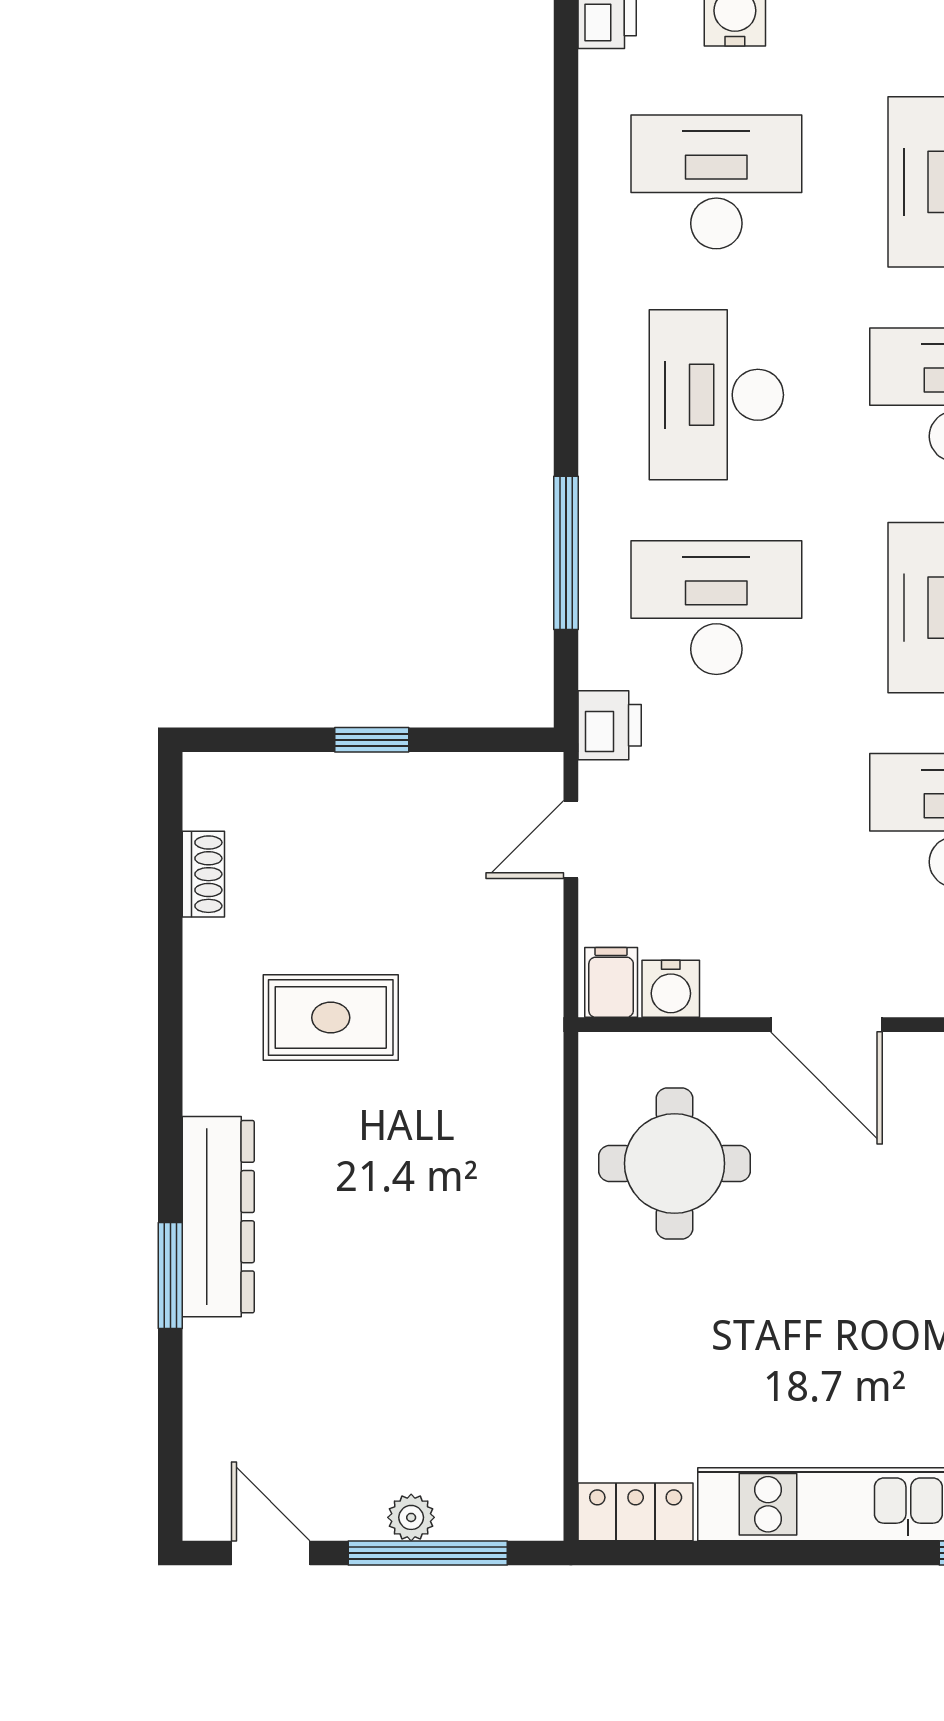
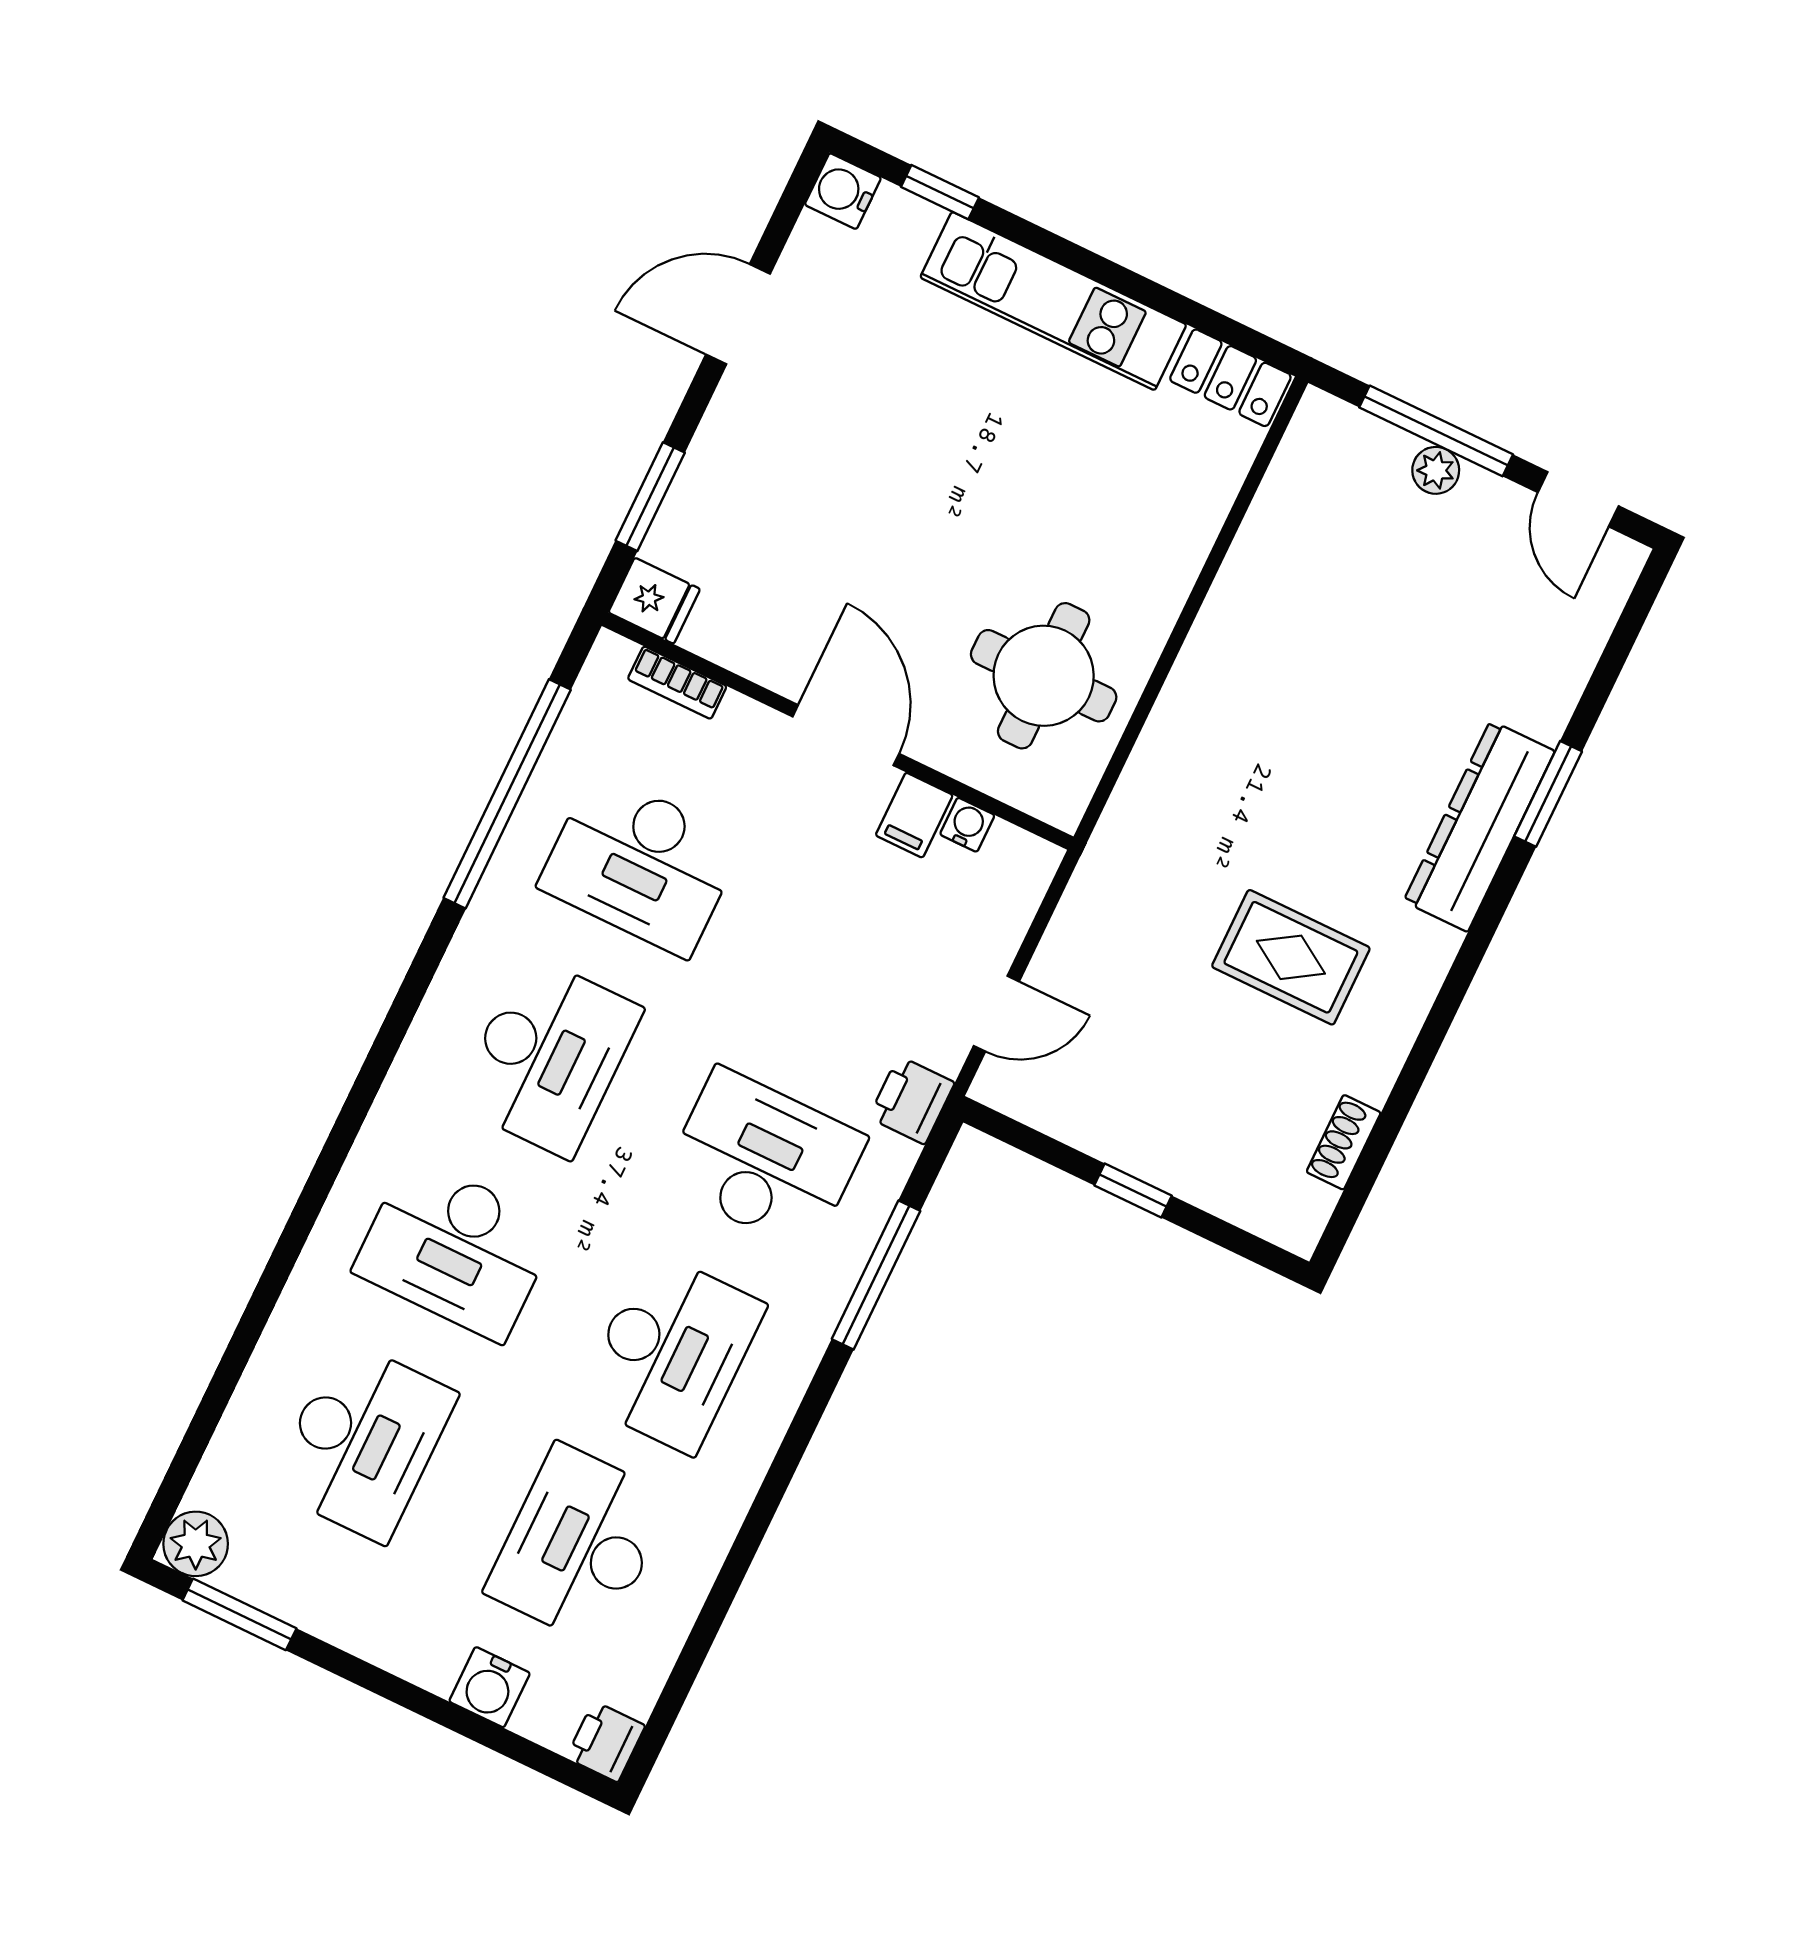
desk: (716, 182) -> (579, 1545), turned 90
desk: (716, 608) -> (764, 1160), turned 180
filing cabinet: (611, 982) -> (914, 815), moved
water cooler: (671, 989) -> (967, 825), width x0.72, depth x0.72

